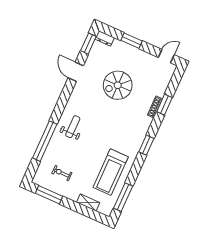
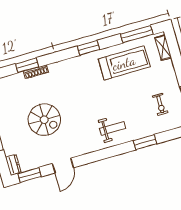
weight bench: (73, 127) -> (112, 128), turned 180
window: (45, 141) -> (145, 142), width x0.47
window: (146, 145) -> (88, 48), moved
shelving: (88, 203) -> (163, 48), moved

